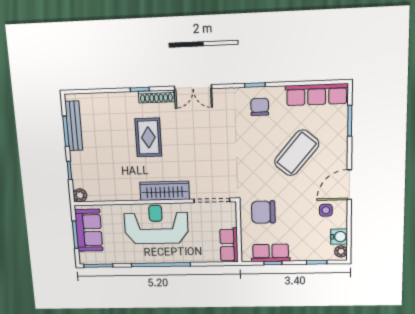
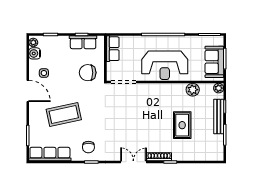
bench: (74, 126) -> (219, 117), moved
rug: (148, 137) -> (182, 125), moved
coffee table: (297, 153) -> (64, 115), turned 38
door: (349, 185) -> (28, 91), hinge flipped
wardrobe: (165, 191) -> (157, 90), removed
plant: (115, 192) -> (193, 90), added
chair: (263, 212) -> (88, 73), turned 180

